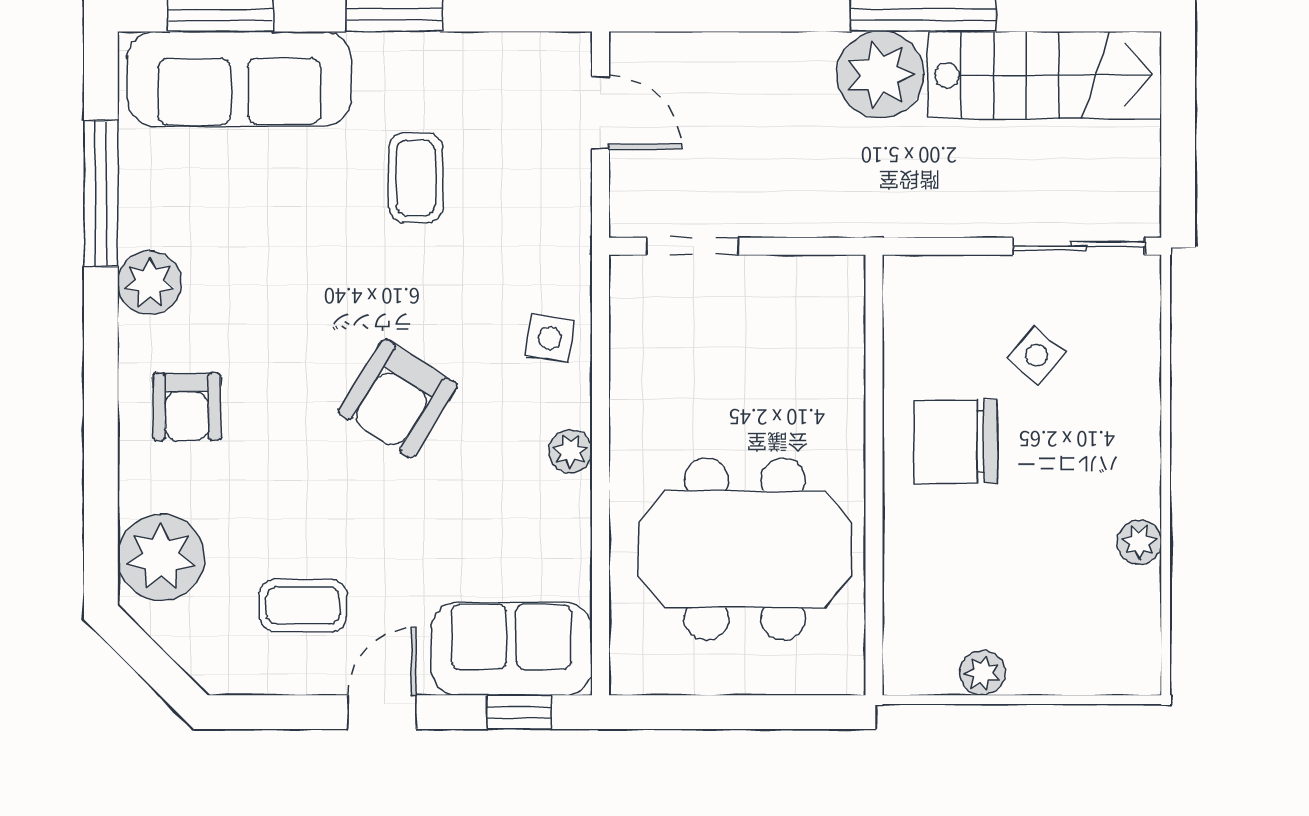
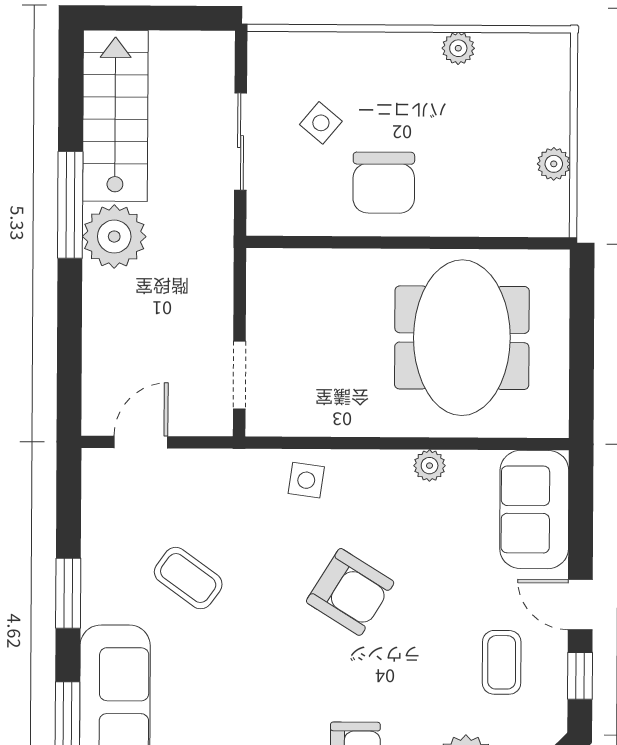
coffee table: (416, 178) -> (188, 578), turned 36
sliding door: (1079, 246) -> (241, 142), moved
plant: (570, 451) -> (430, 466), moved
window: (519, 712) -> (580, 676), moved

